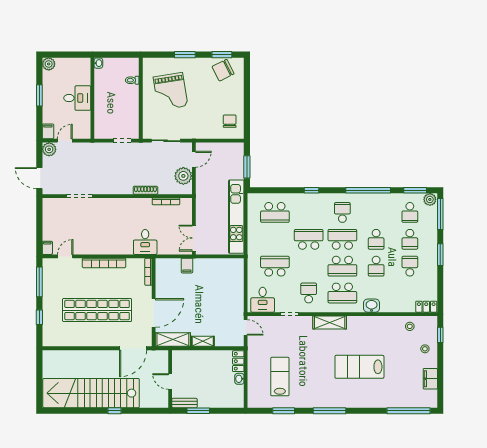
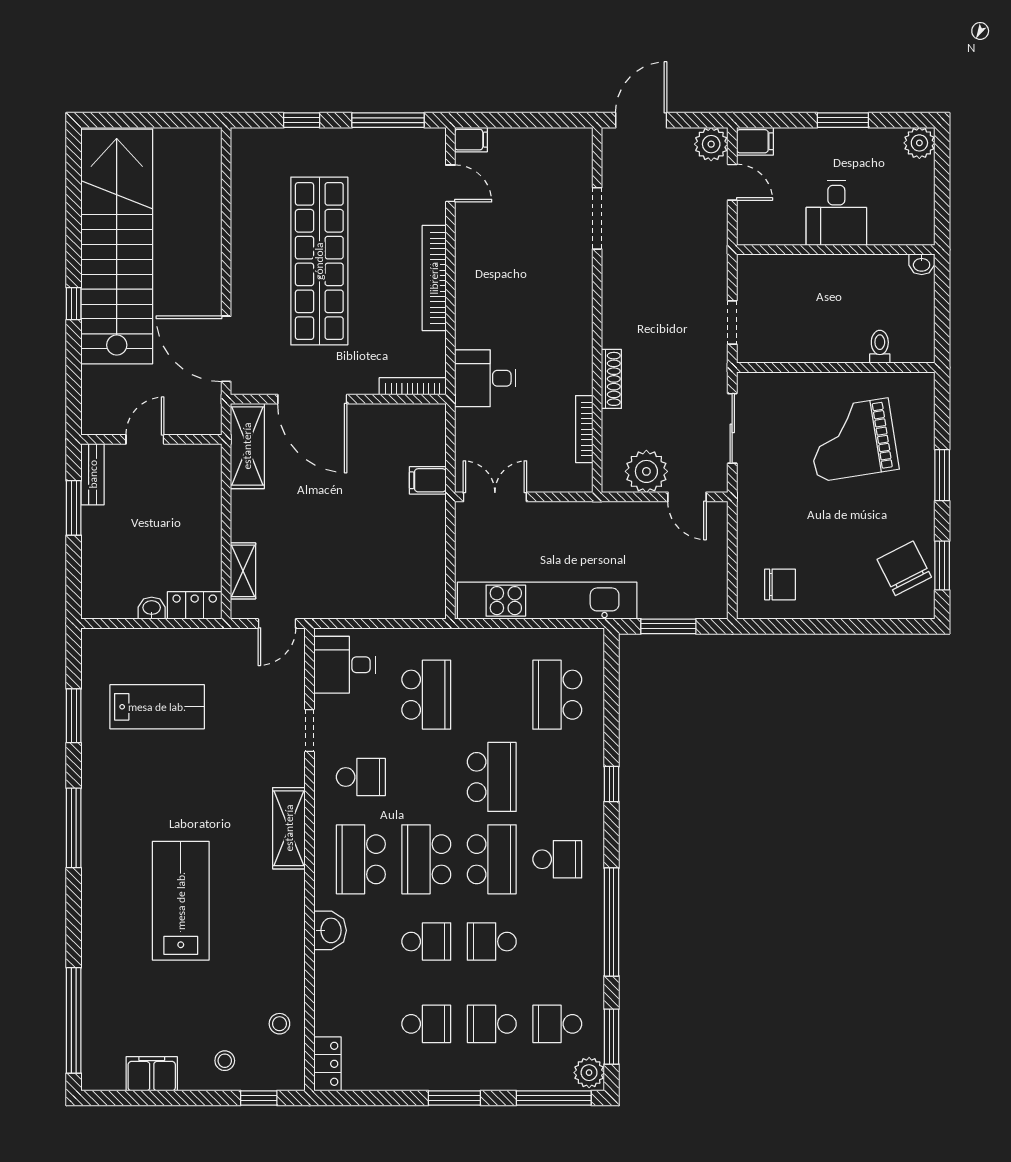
school desk: (376, 266) -> (426, 942), turned 180
shelving: (203, 341) -> (243, 571), moved

